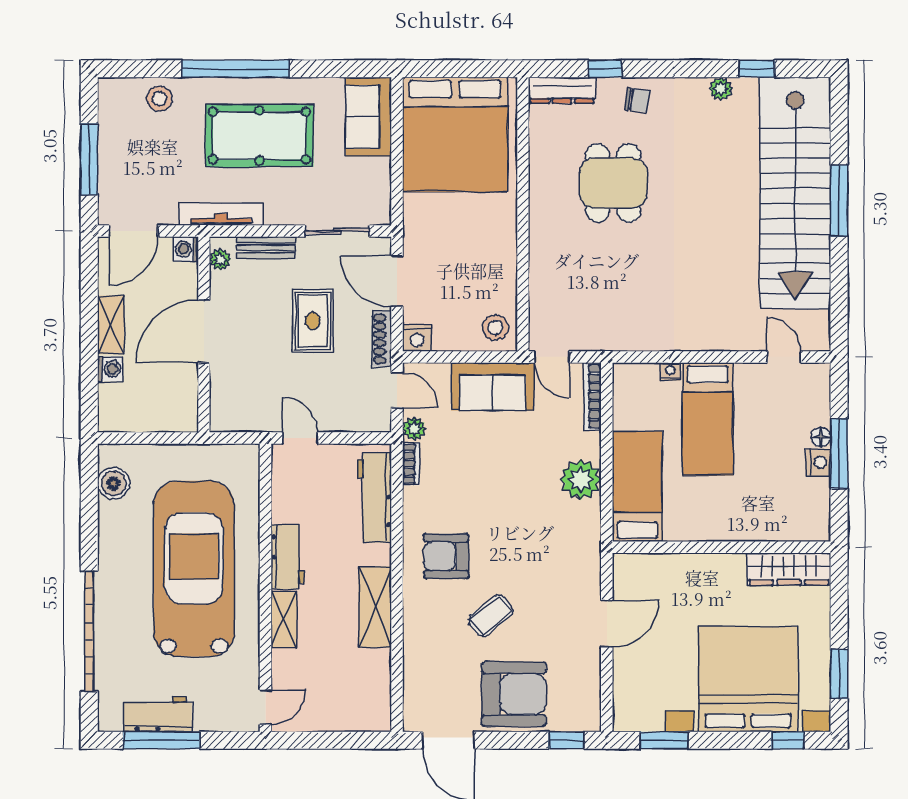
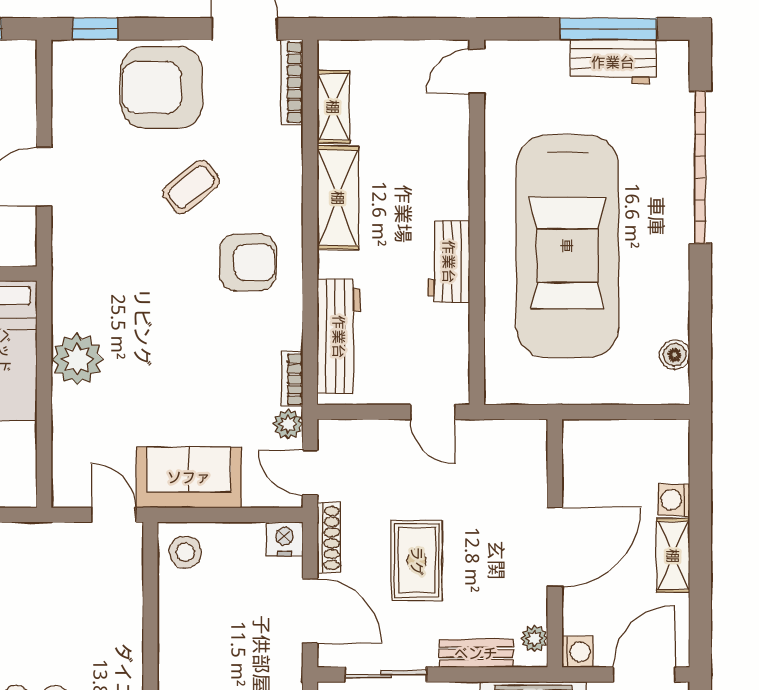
bookcase: (593, 396) -> (292, 82), moved, turned 180
boiler: (114, 483) -> (675, 355), width x0.73, depth x0.73
shelving: (284, 620) -> (333, 107), moved

